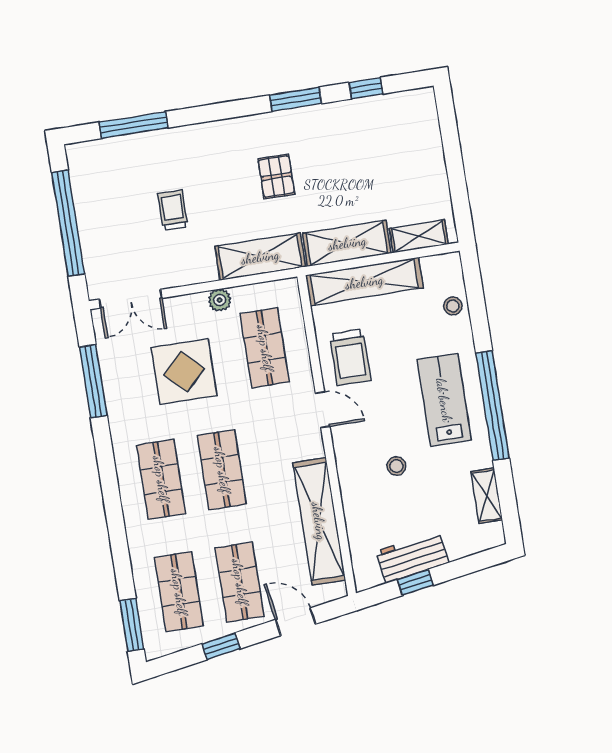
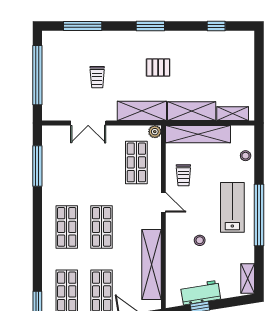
window: (296, 99) -> (150, 26), moved
pallet: (276, 177) -> (158, 68), turned 90
trolley: (173, 210) -> (97, 77), turned 180
double door: (131, 299) -> (88, 123), moved
plant: (220, 300) -> (155, 132), moved
trolley: (350, 357) -> (183, 175), width x0.73, depth x0.72
display table: (184, 372) -> (89, 169), removed
shelving: (487, 496) -> (248, 278), moved

